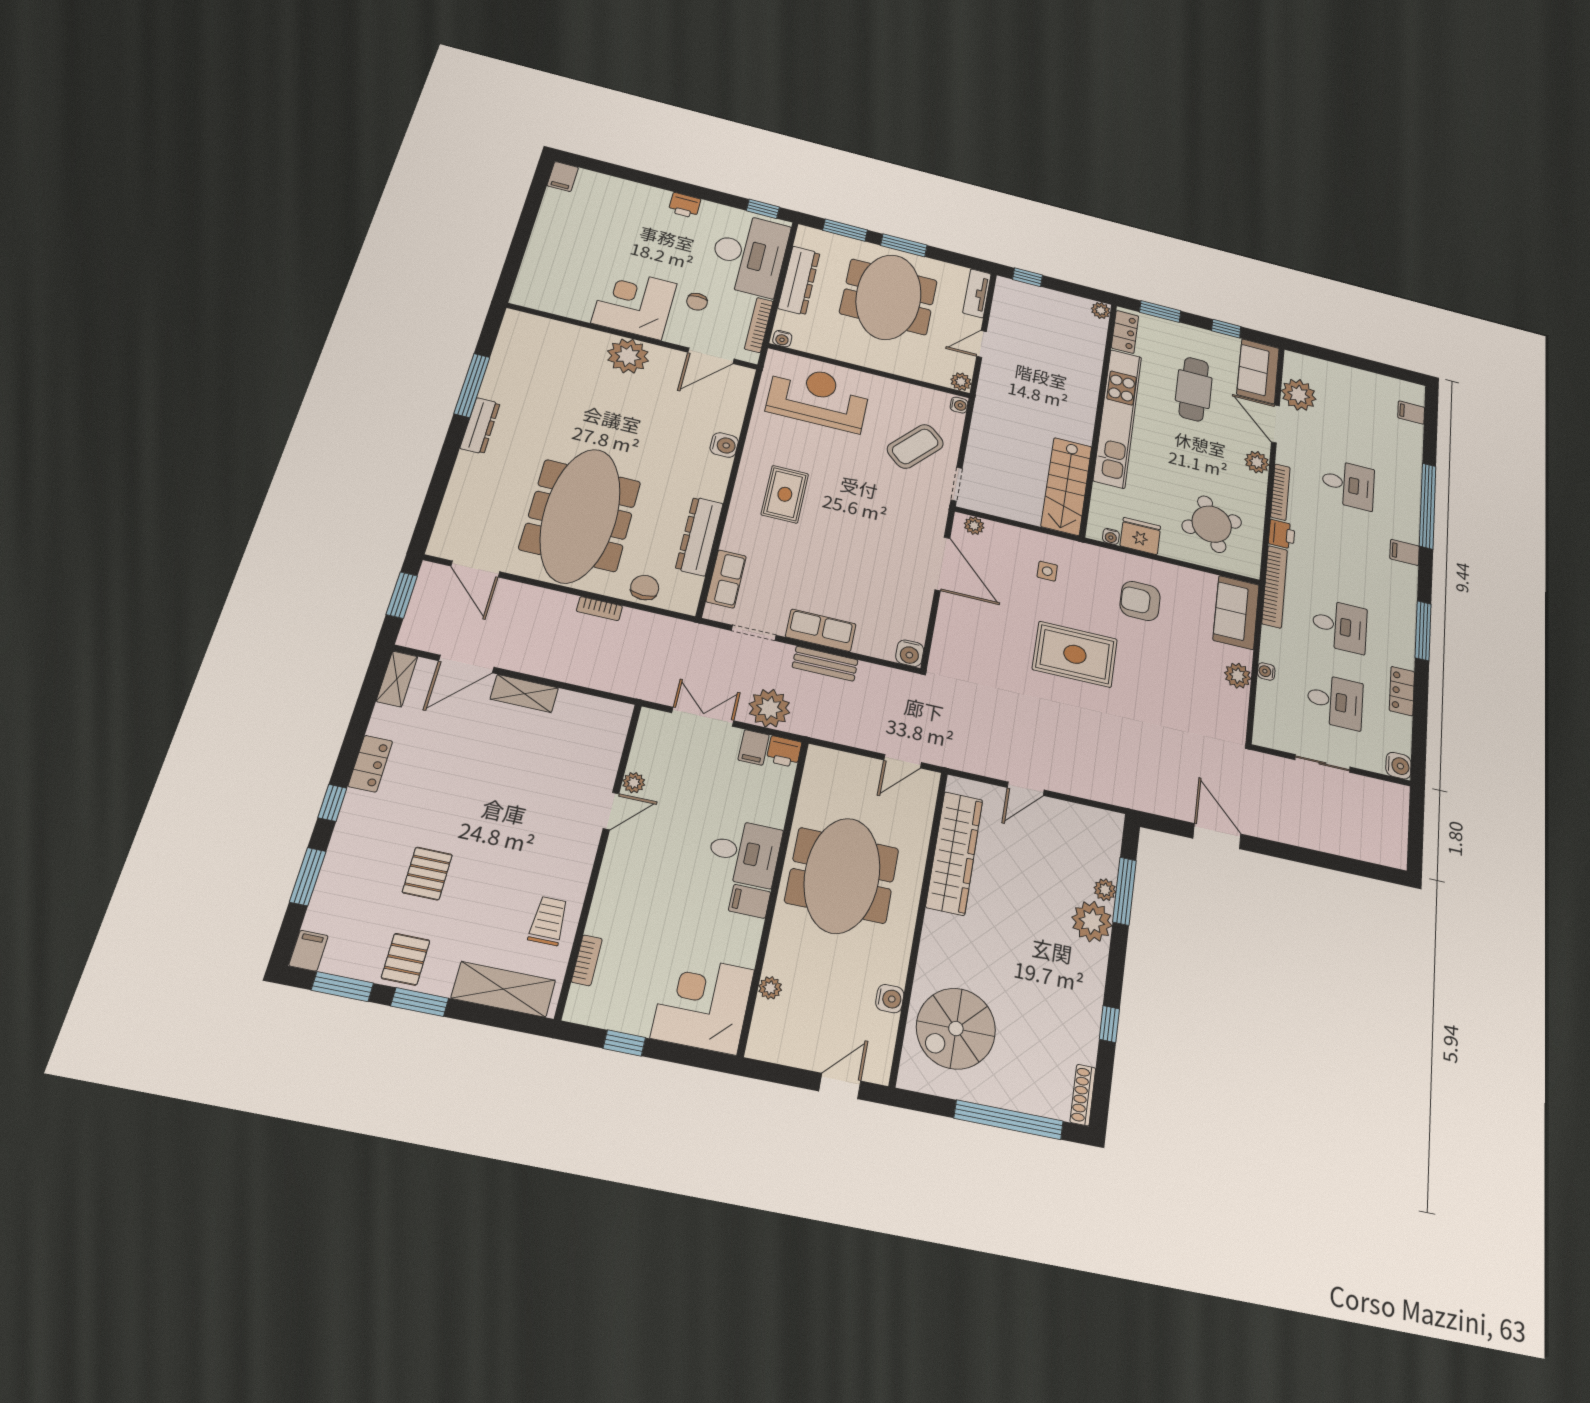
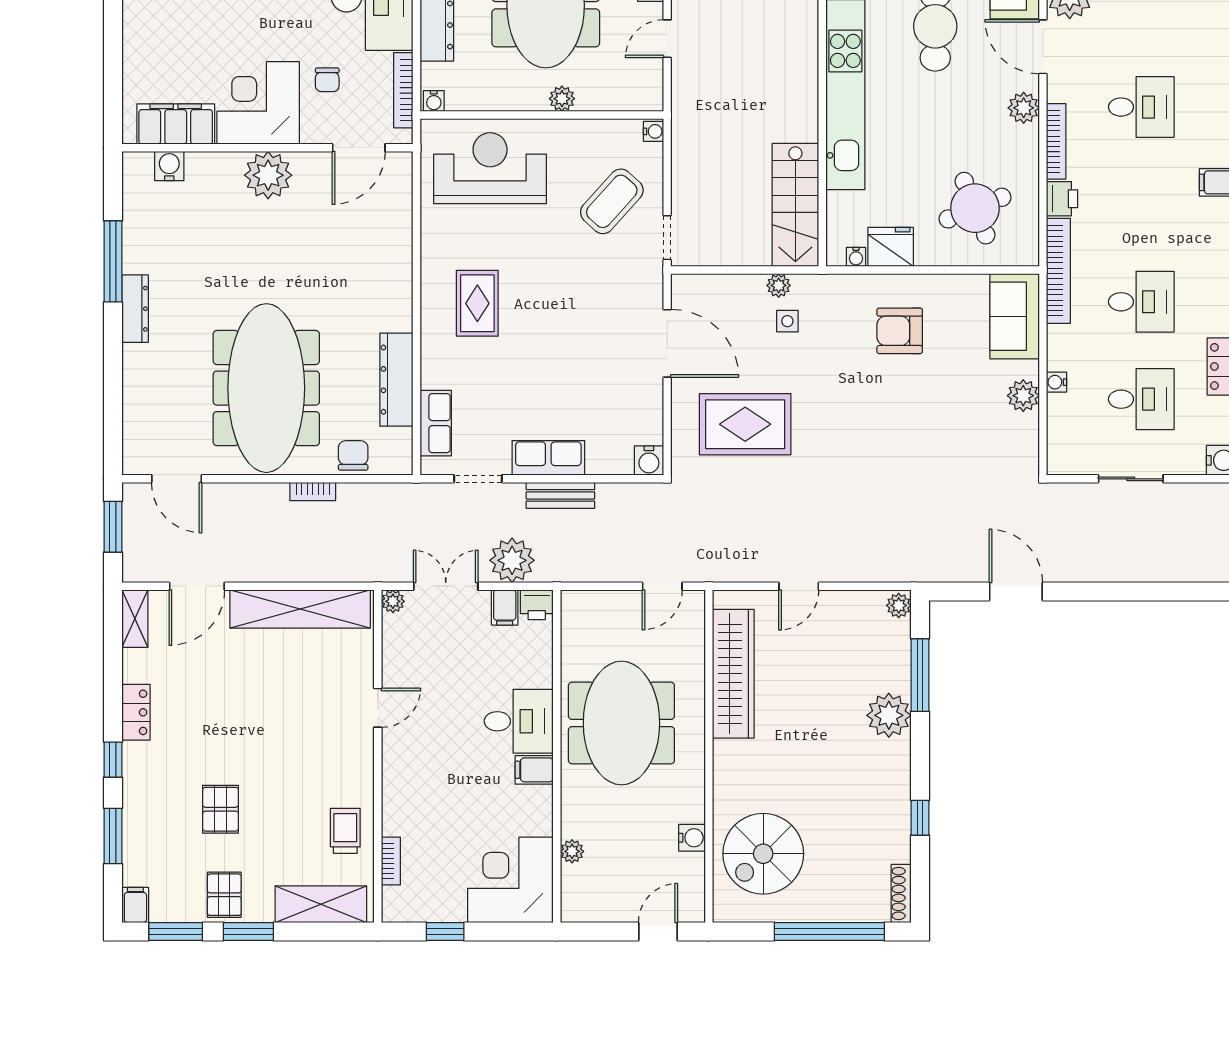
filing cabinet: (559, 300) -> (176, 124), added
plant: (961, 382) -> (562, 99), moved
water cooler: (724, 445) -> (169, 166), moved, turned -90
plant: (974, 526) -> (779, 285), moved
rug: (1075, 654) -> (745, 424), moved
shelving: (524, 693) -> (300, 609), width x2.20, depth x1.33
plant: (634, 783) -> (393, 601), moved
plant: (1105, 890) -> (899, 605), moved

